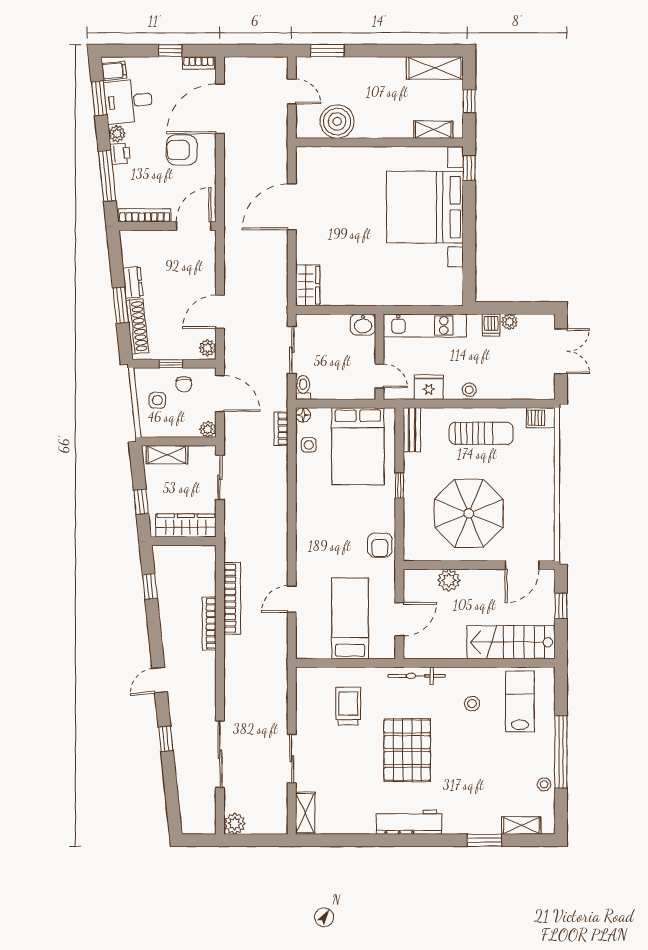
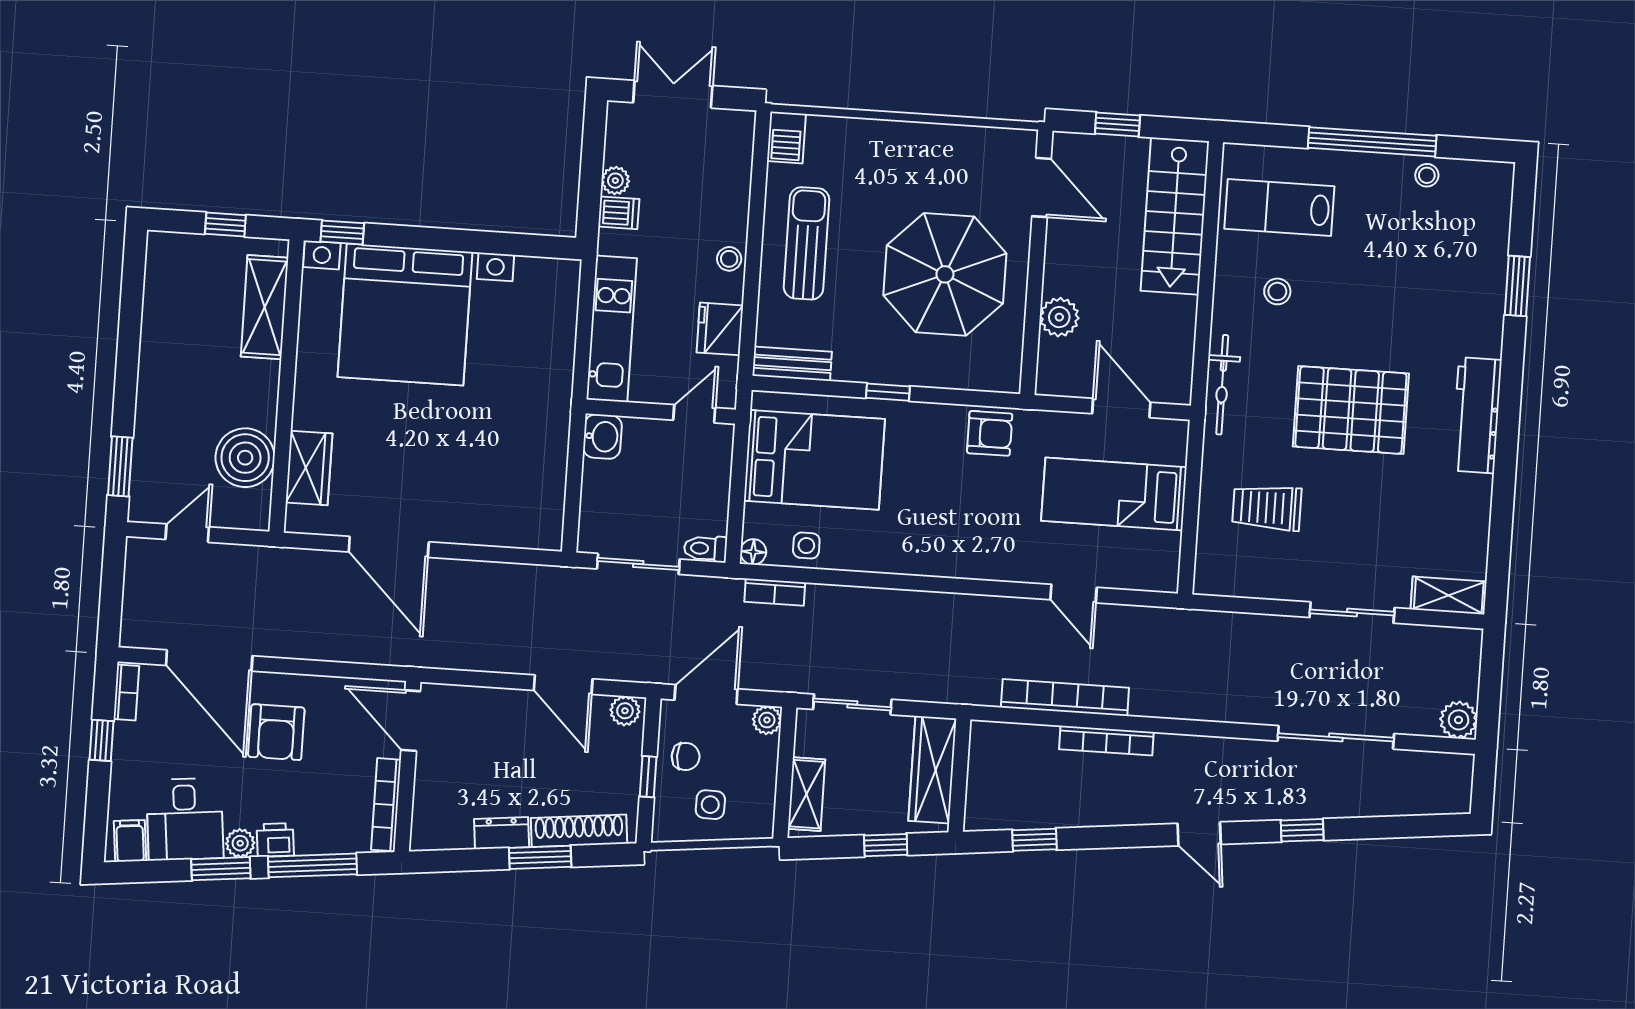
shelving: (435, 68) -> (163, 281), removed
window: (99, 98) -> (221, 869), moved
shelving: (433, 130) -> (265, 307), width x1.50, depth x1.33
wardrobe: (308, 285) -> (309, 468), moved, turned 90
shelving: (521, 826) -> (1496, 220), removed

